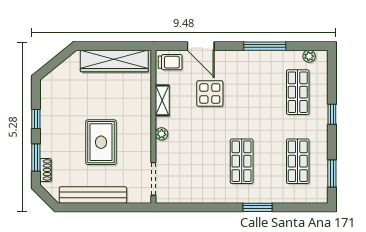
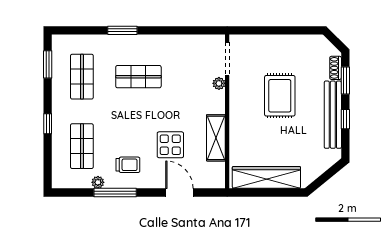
plant: (309, 56) -> (98, 182), moved
trolley: (170, 62) -> (128, 165), moved, turned 180
shelving: (162, 100) -> (216, 138), width x1.50, depth x1.33
plant: (162, 134) -> (219, 83), moved
shop shelf: (242, 161) -> (138, 77), turned 90
bench: (93, 195) -> (333, 115), moved, turned 90

